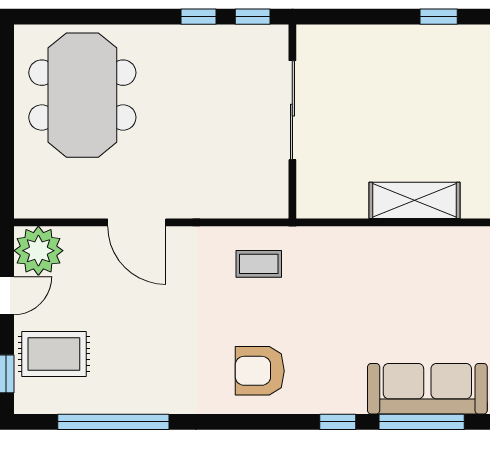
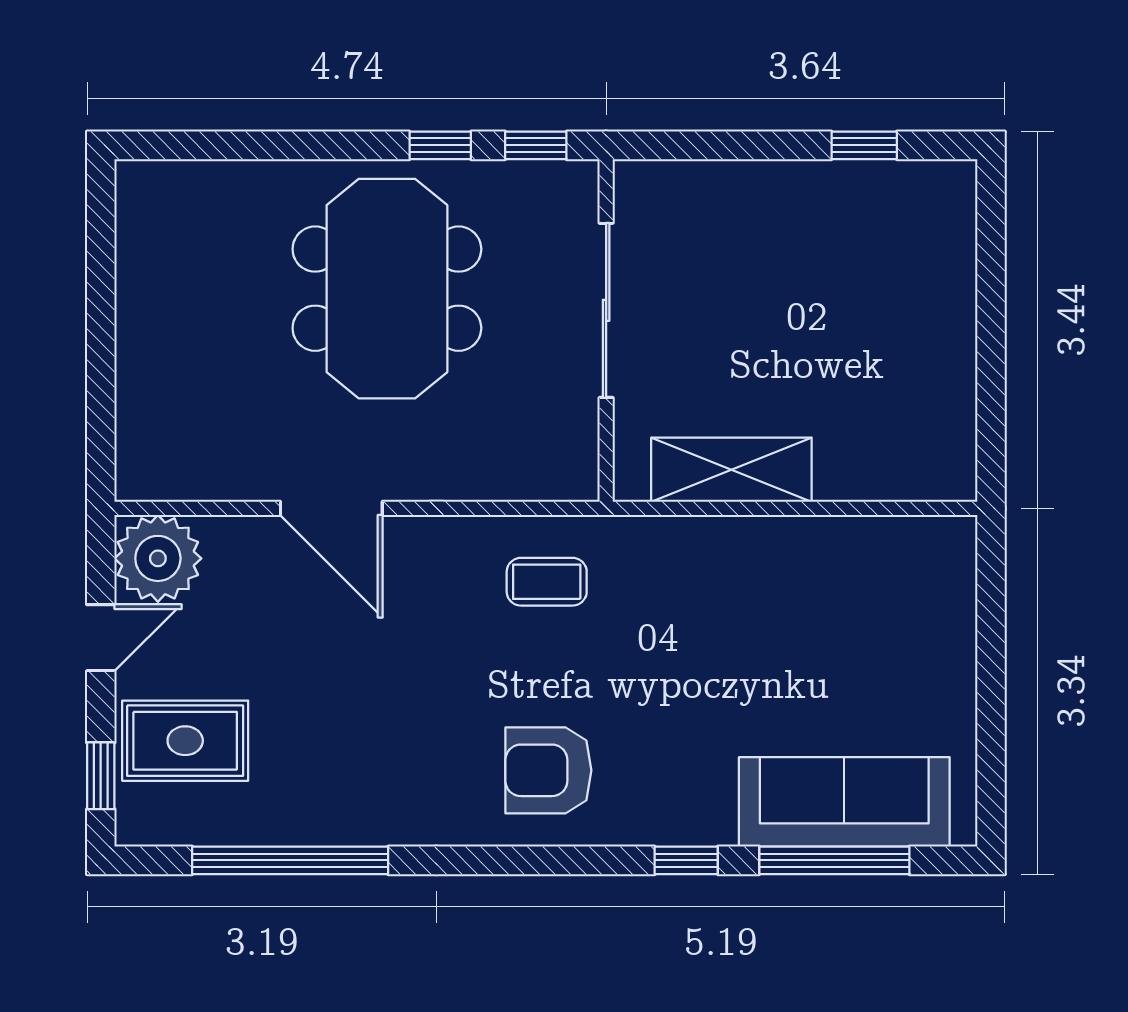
meeting table: (82, 95) -> (387, 289), moved
shelving: (414, 200) -> (731, 470), moved

